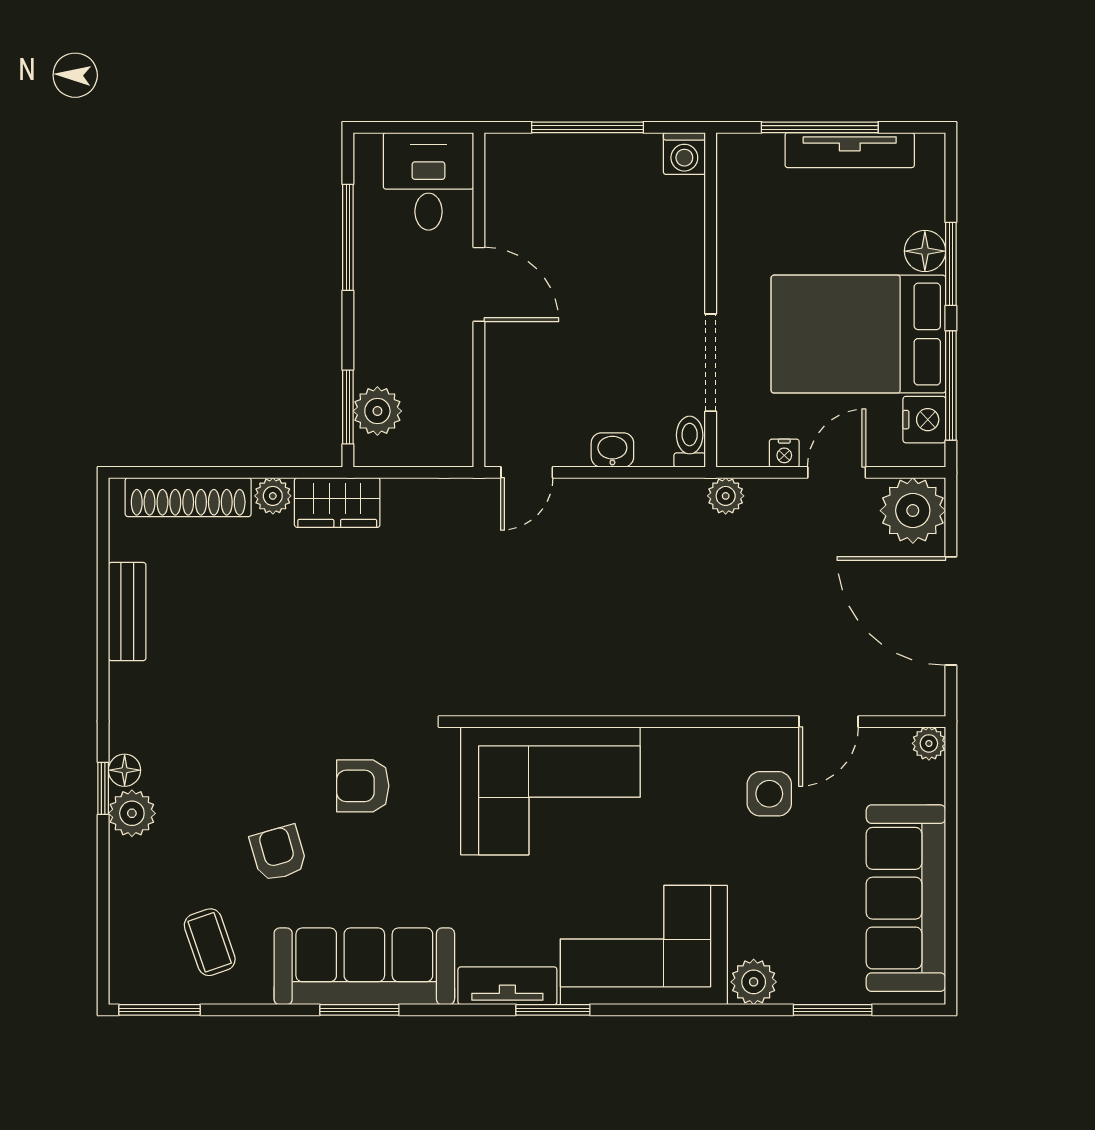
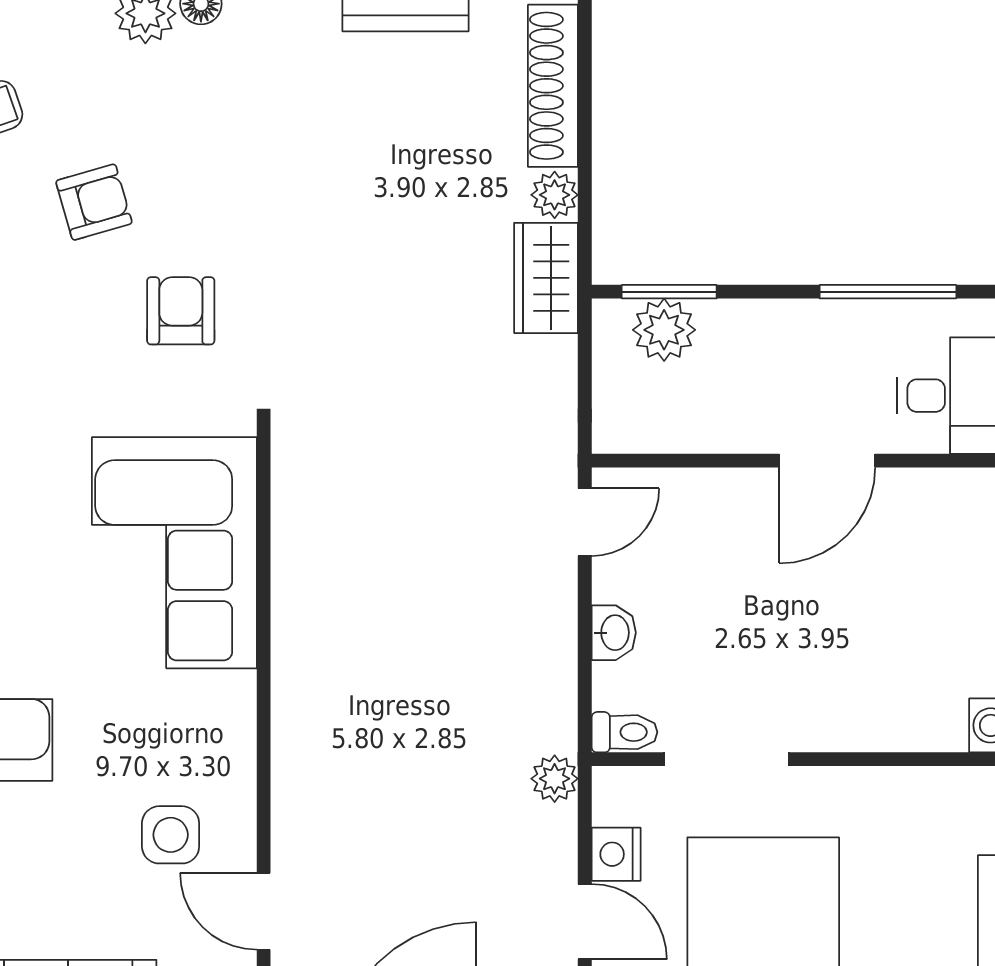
nightstand: (784, 453) -> (616, 854), width x1.39, depth x1.35
door: (527, 472) -> (585, 522), swing flipped

